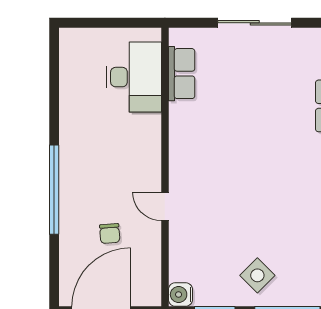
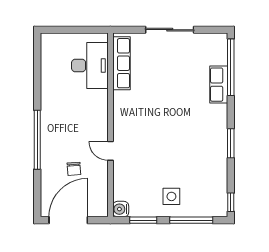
row of seats: (182, 74) -> (121, 63), width x1.48
side table: (257, 275) -> (171, 196), turned 45

